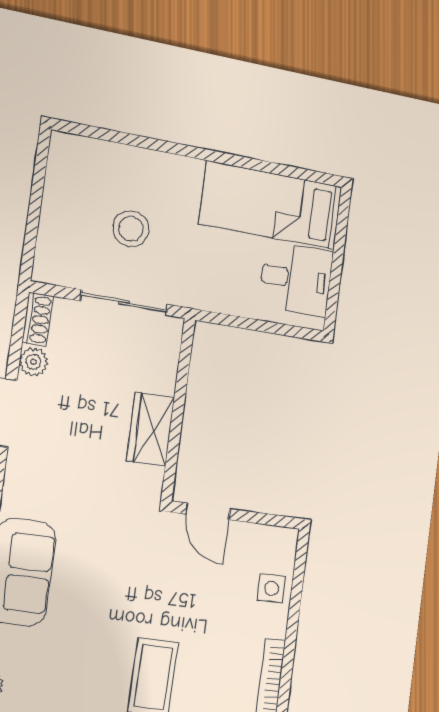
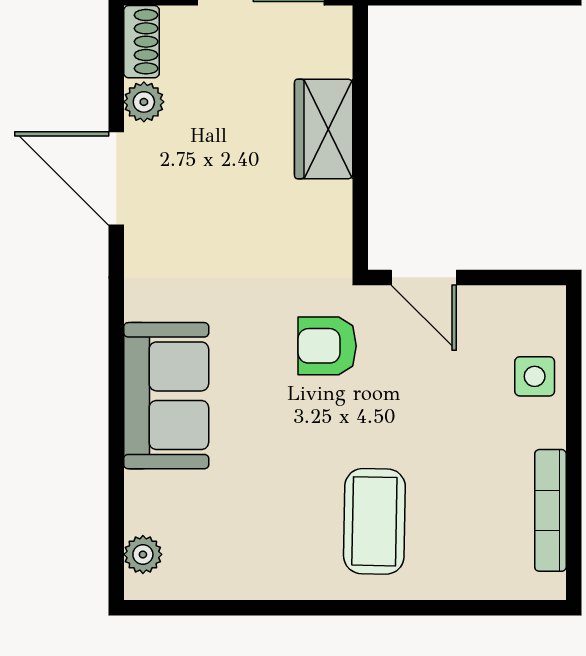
wardrobe: (151, 429) -> (324, 129), moved
armchair: (137, 550) -> (327, 346), added

